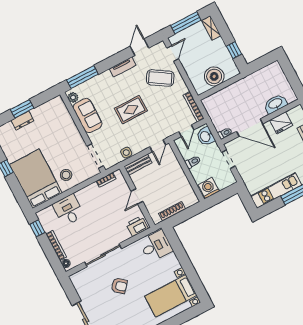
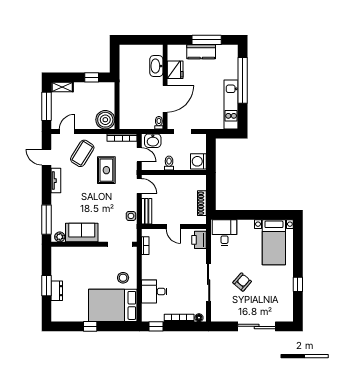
door: (173, 53) -> (67, 131), hinge flipped
boiler: (214, 76) -> (105, 120), moved
rug: (131, 110) -> (106, 170), moved

